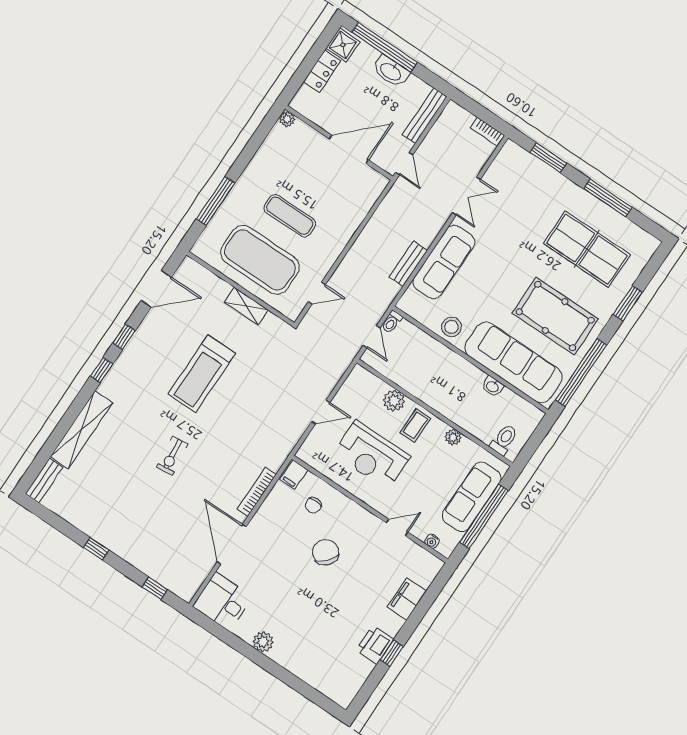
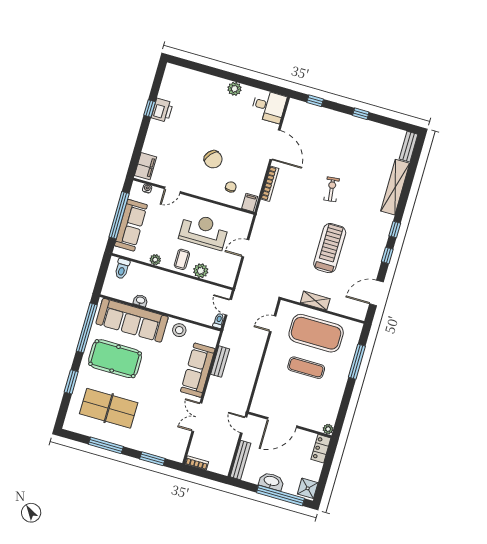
locker: (322, 71) -> (321, 449), moved
filing cabinet: (407, 599) -> (146, 166), moved

